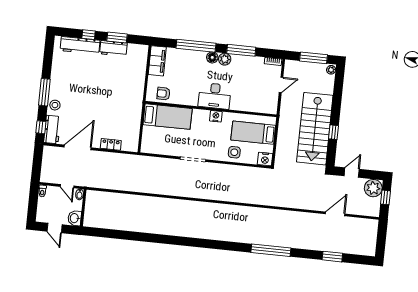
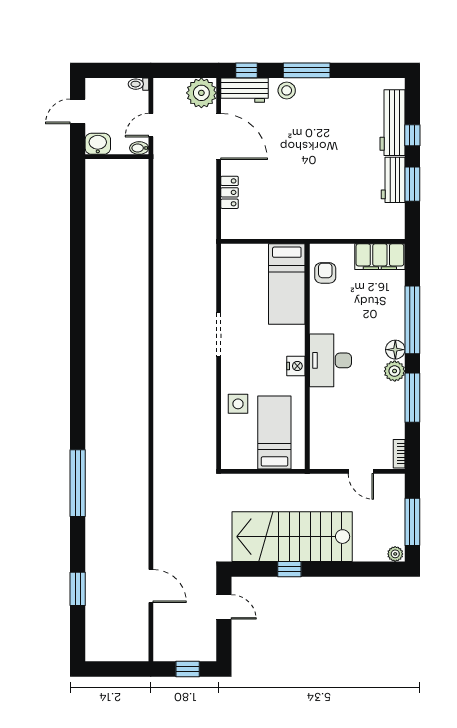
nightstand: (265, 159) -> (232, 457), removed
plant: (373, 188) -> (201, 93), moved

